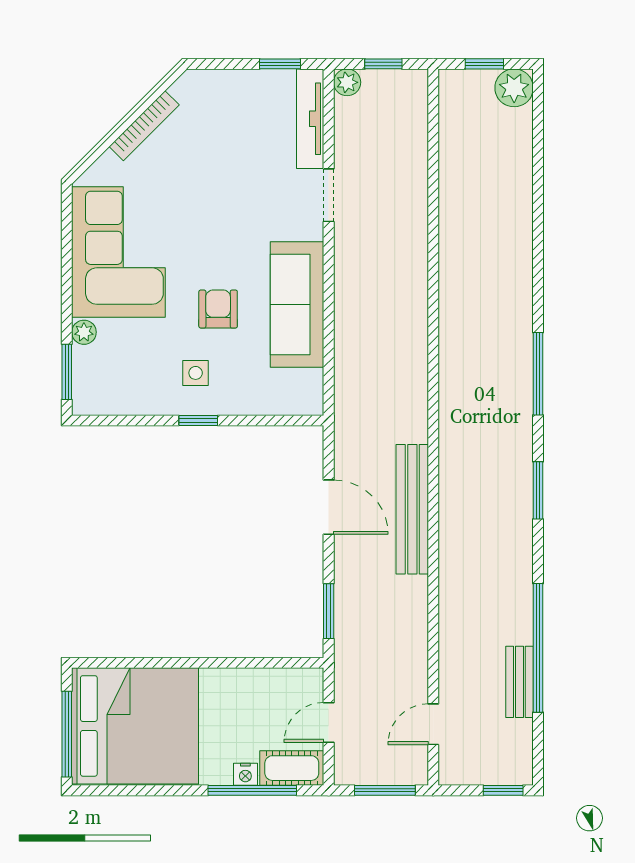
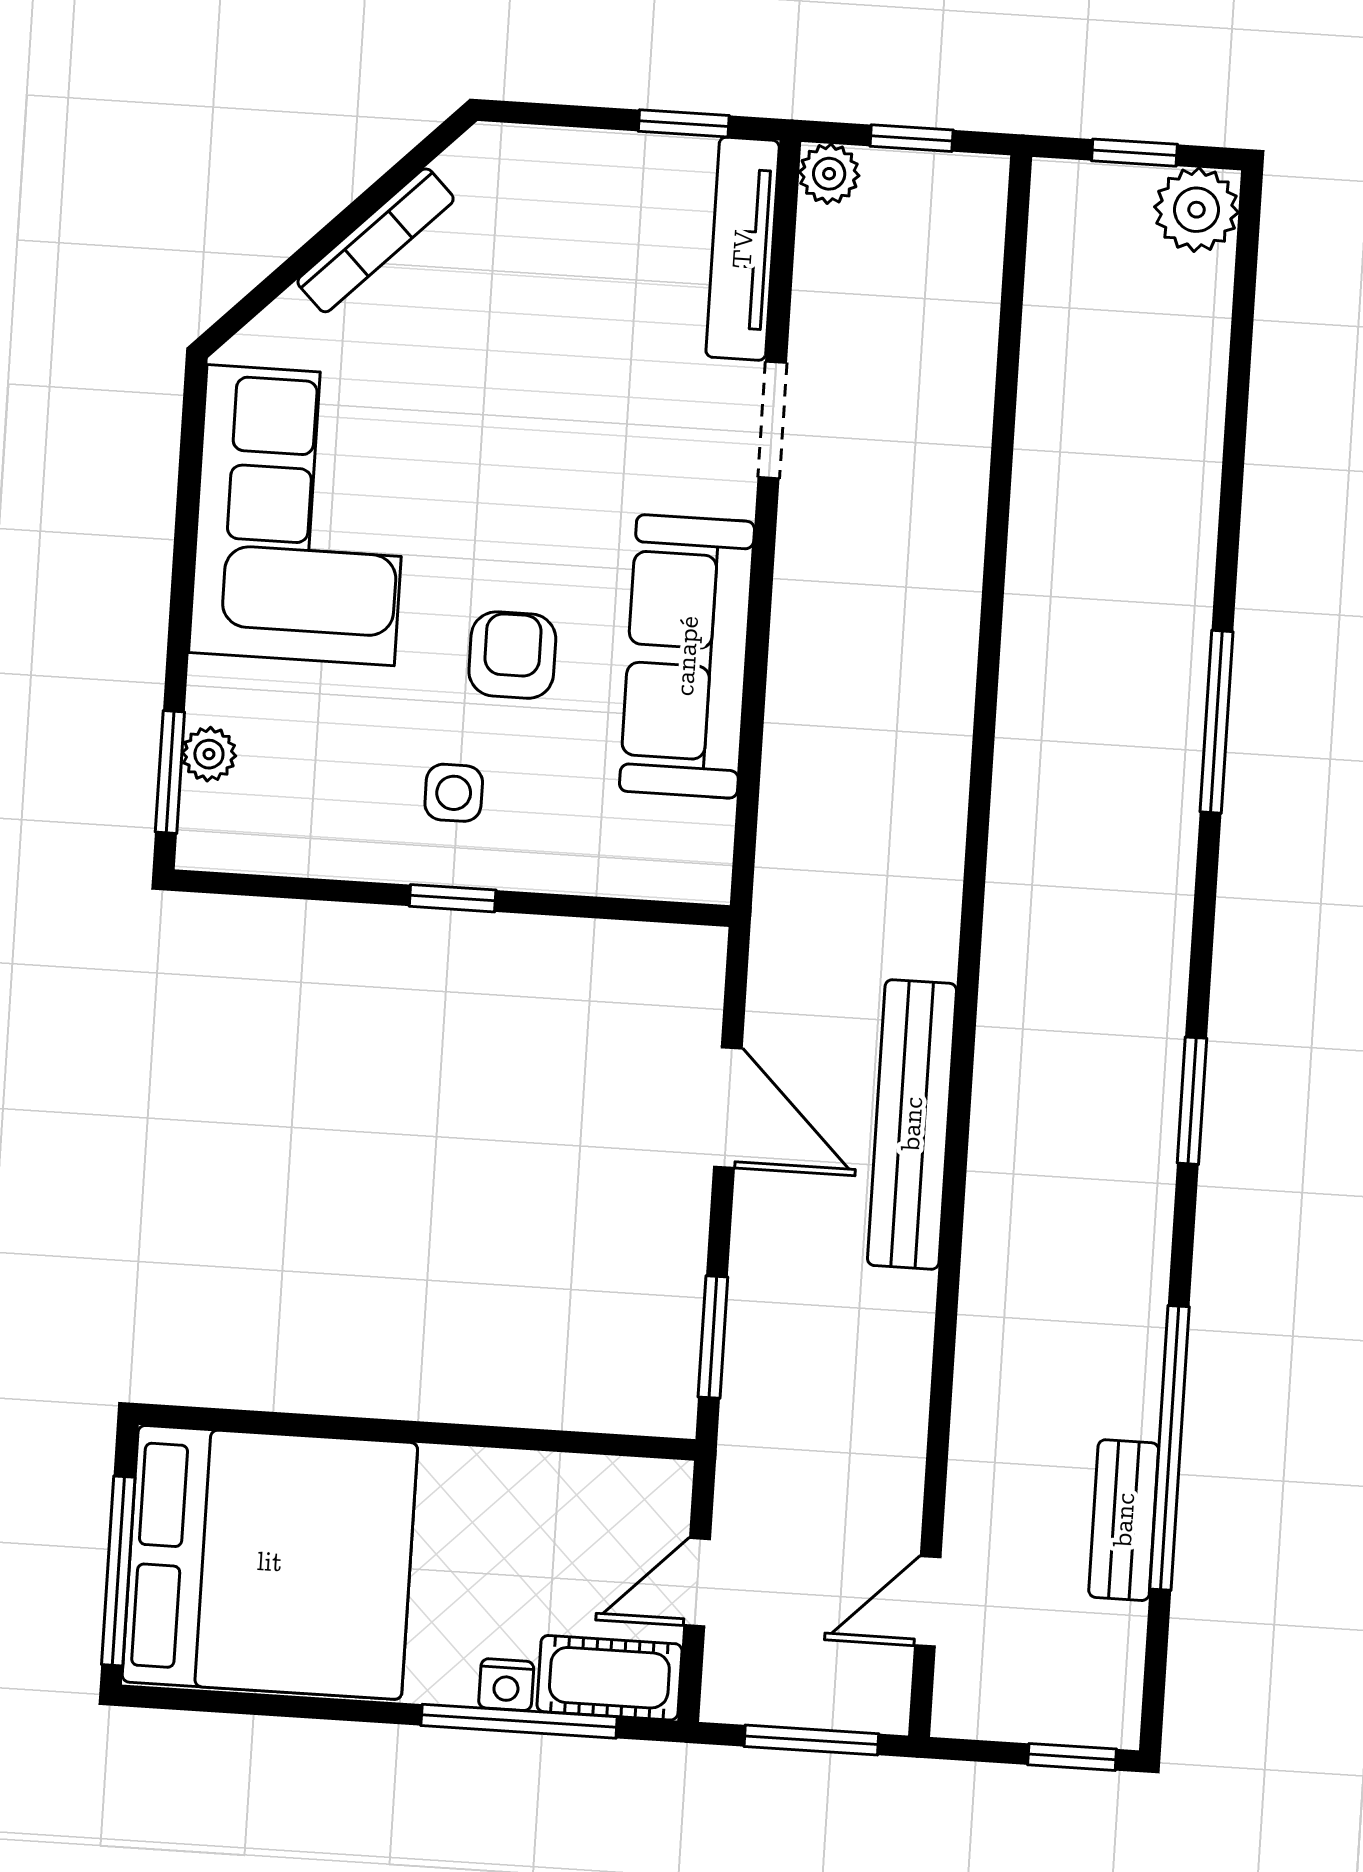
plant: (84, 332) -> (209, 754), moved
window: (538, 374) -> (1216, 722), moved

